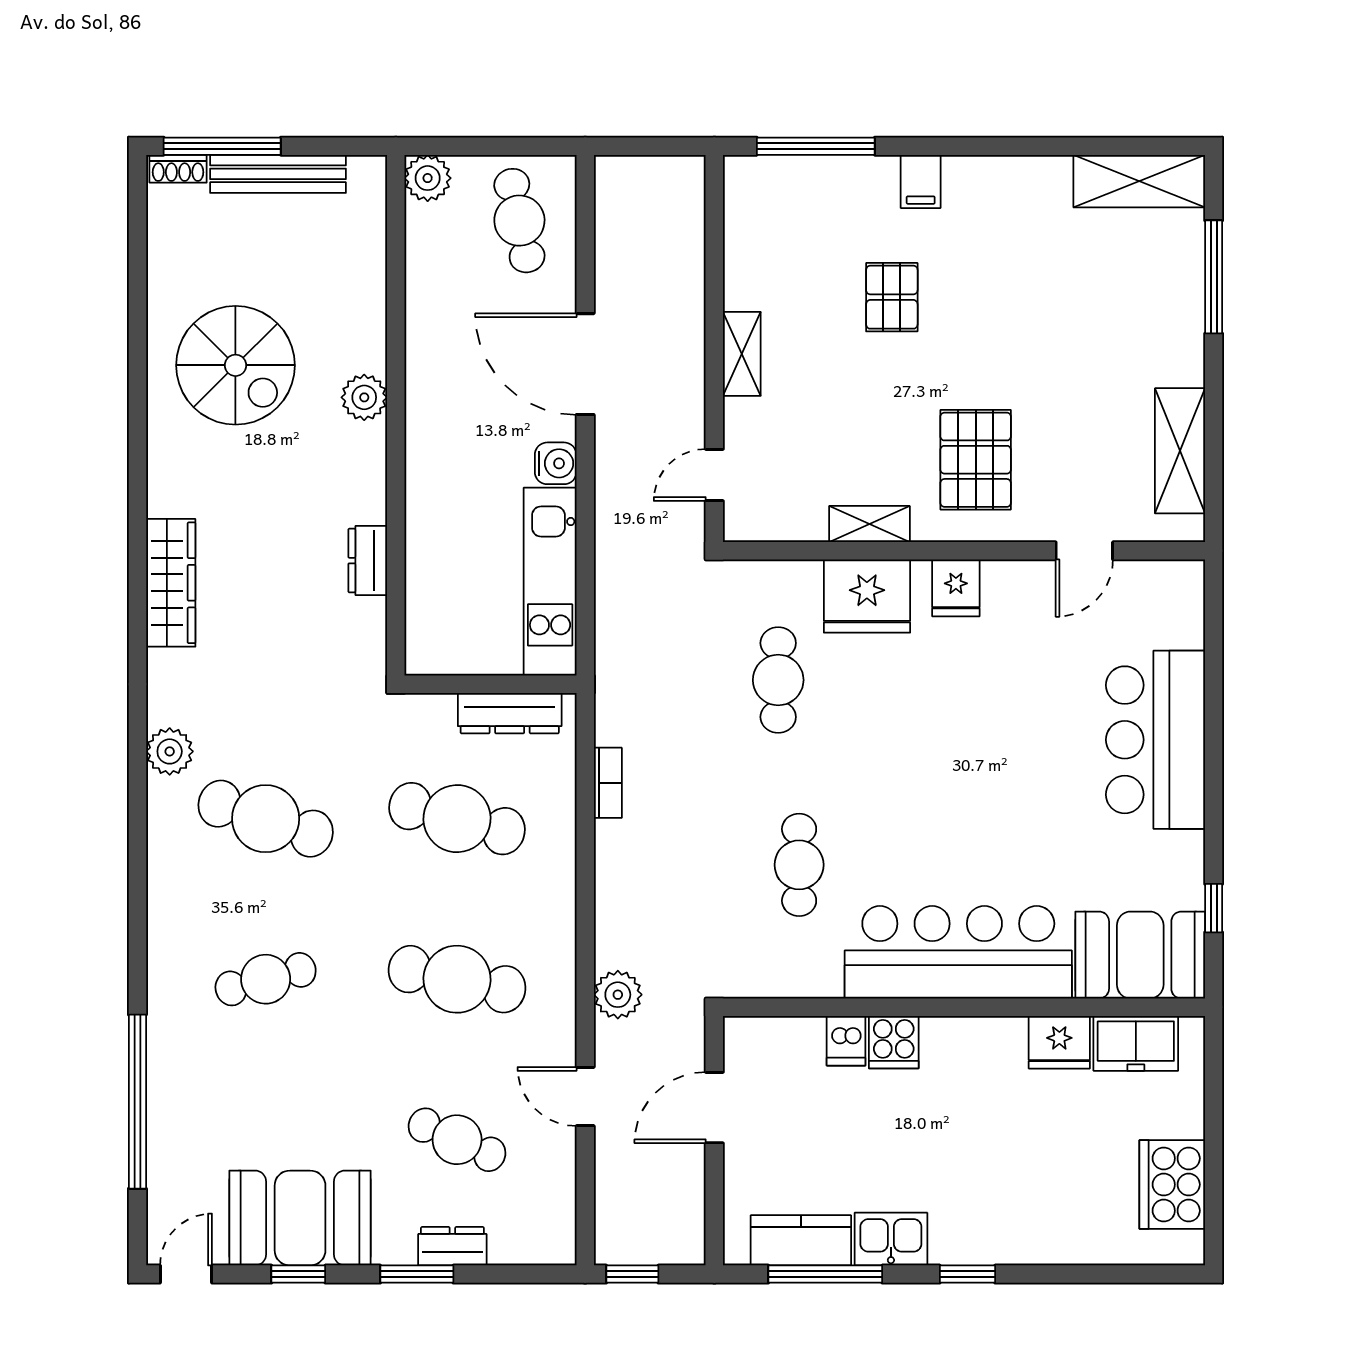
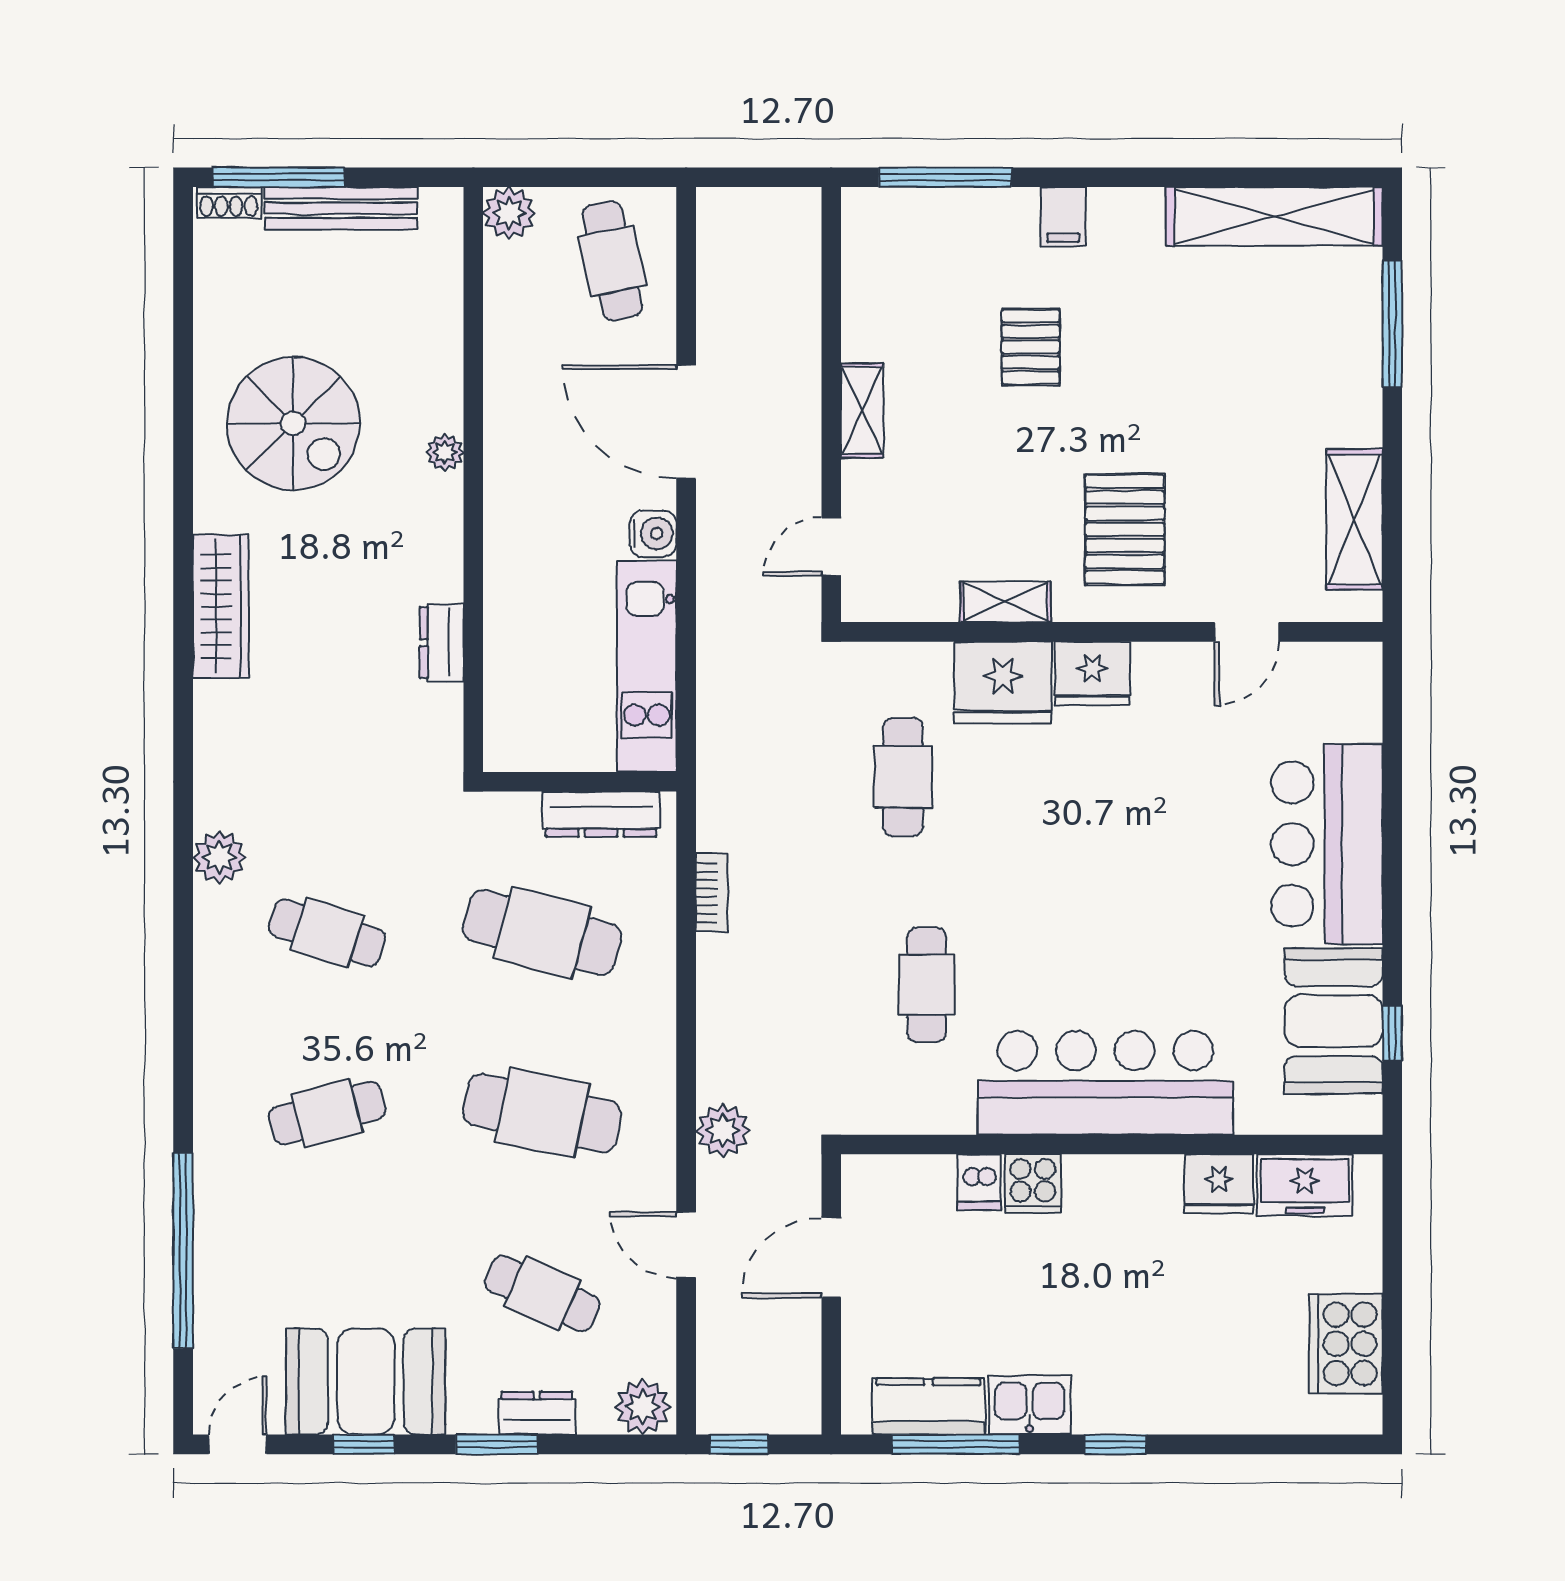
shelving: (1139, 181) -> (1274, 216), width x1.47
plant: (364, 397) -> (445, 452), width x0.73, depth x0.73
wardrobe: (171, 583) -> (221, 606), moved
fridge: (956, 588) -> (1092, 673), width x1.38
cafe table: (266, 819) -> (327, 933), width x0.73, depth x0.74
booth: (1140, 955) -> (1334, 1021), moved, turned 90
plant: (546, 1241) -> (643, 1407), added

